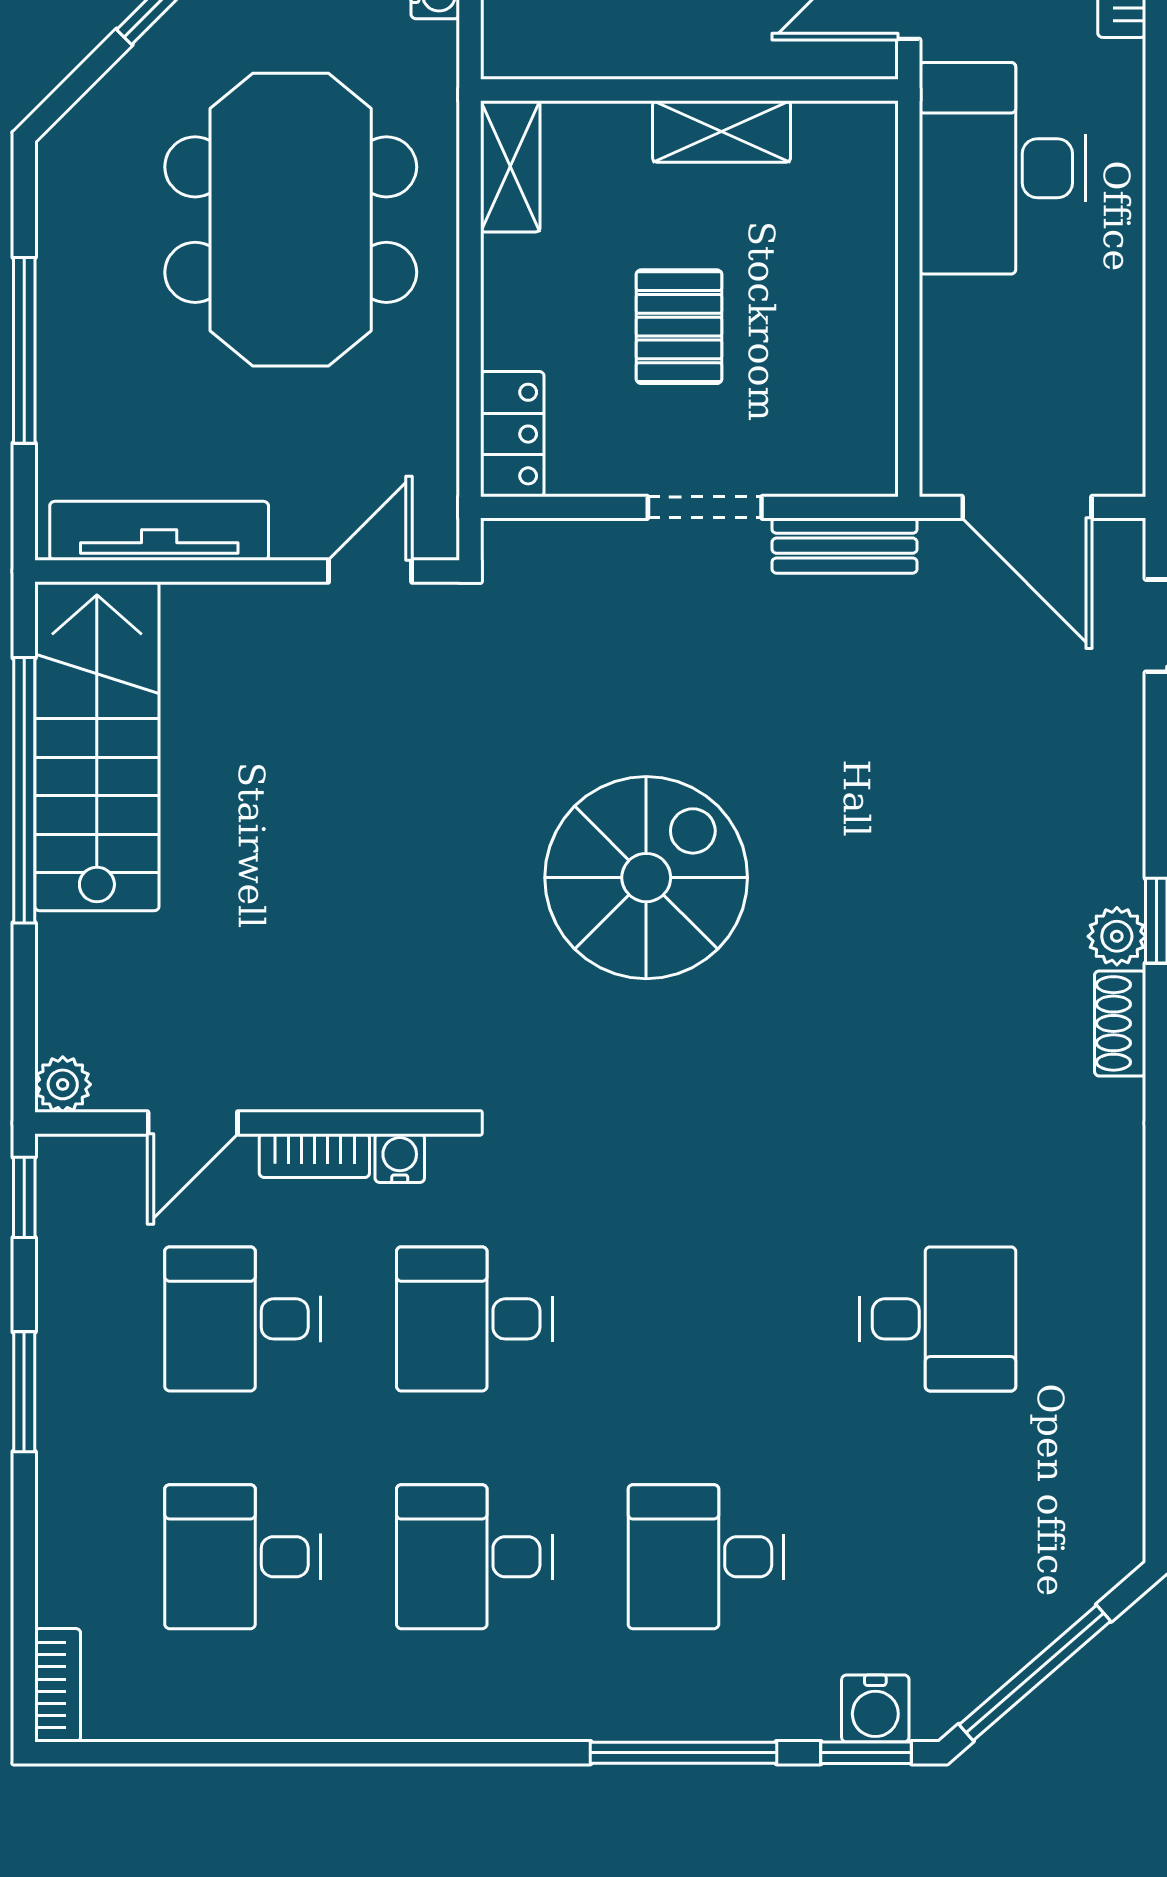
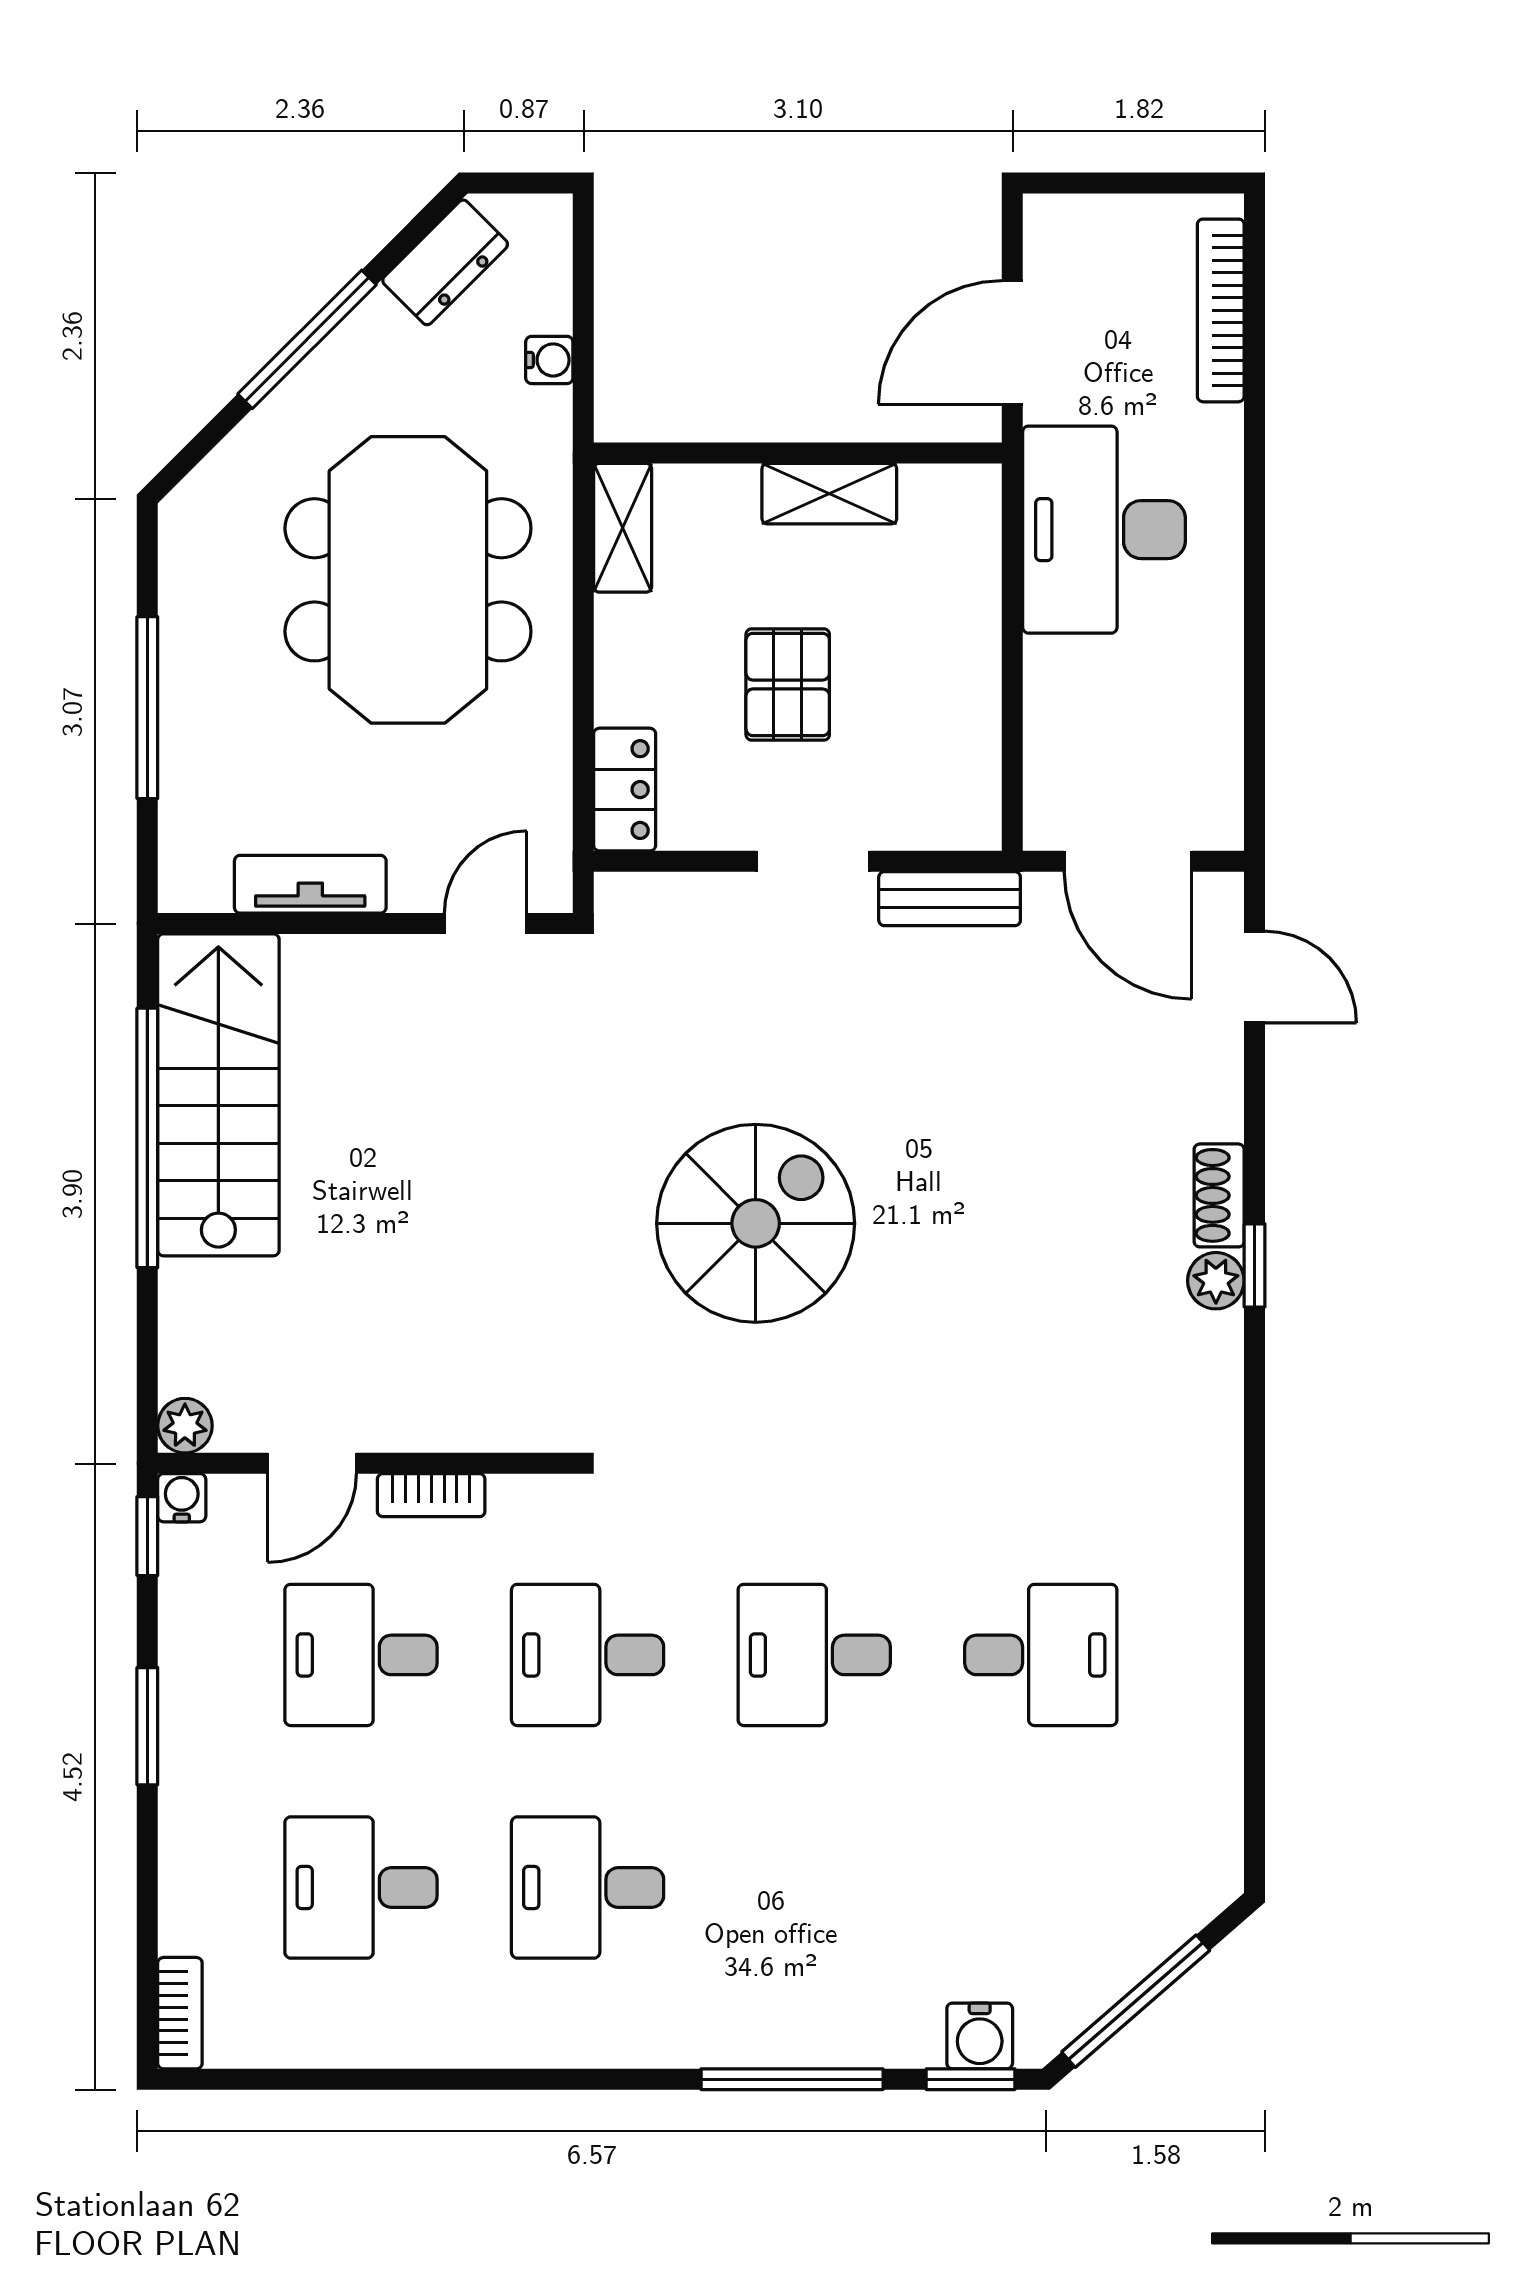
tv unit: (159, 531) -> (310, 884), width x0.71
shoe rack: (1120, 1023) -> (1219, 1195), moved
water cooler: (400, 1158) -> (182, 1498), moved
desk: (706, 1557) -> (814, 1655), moved

